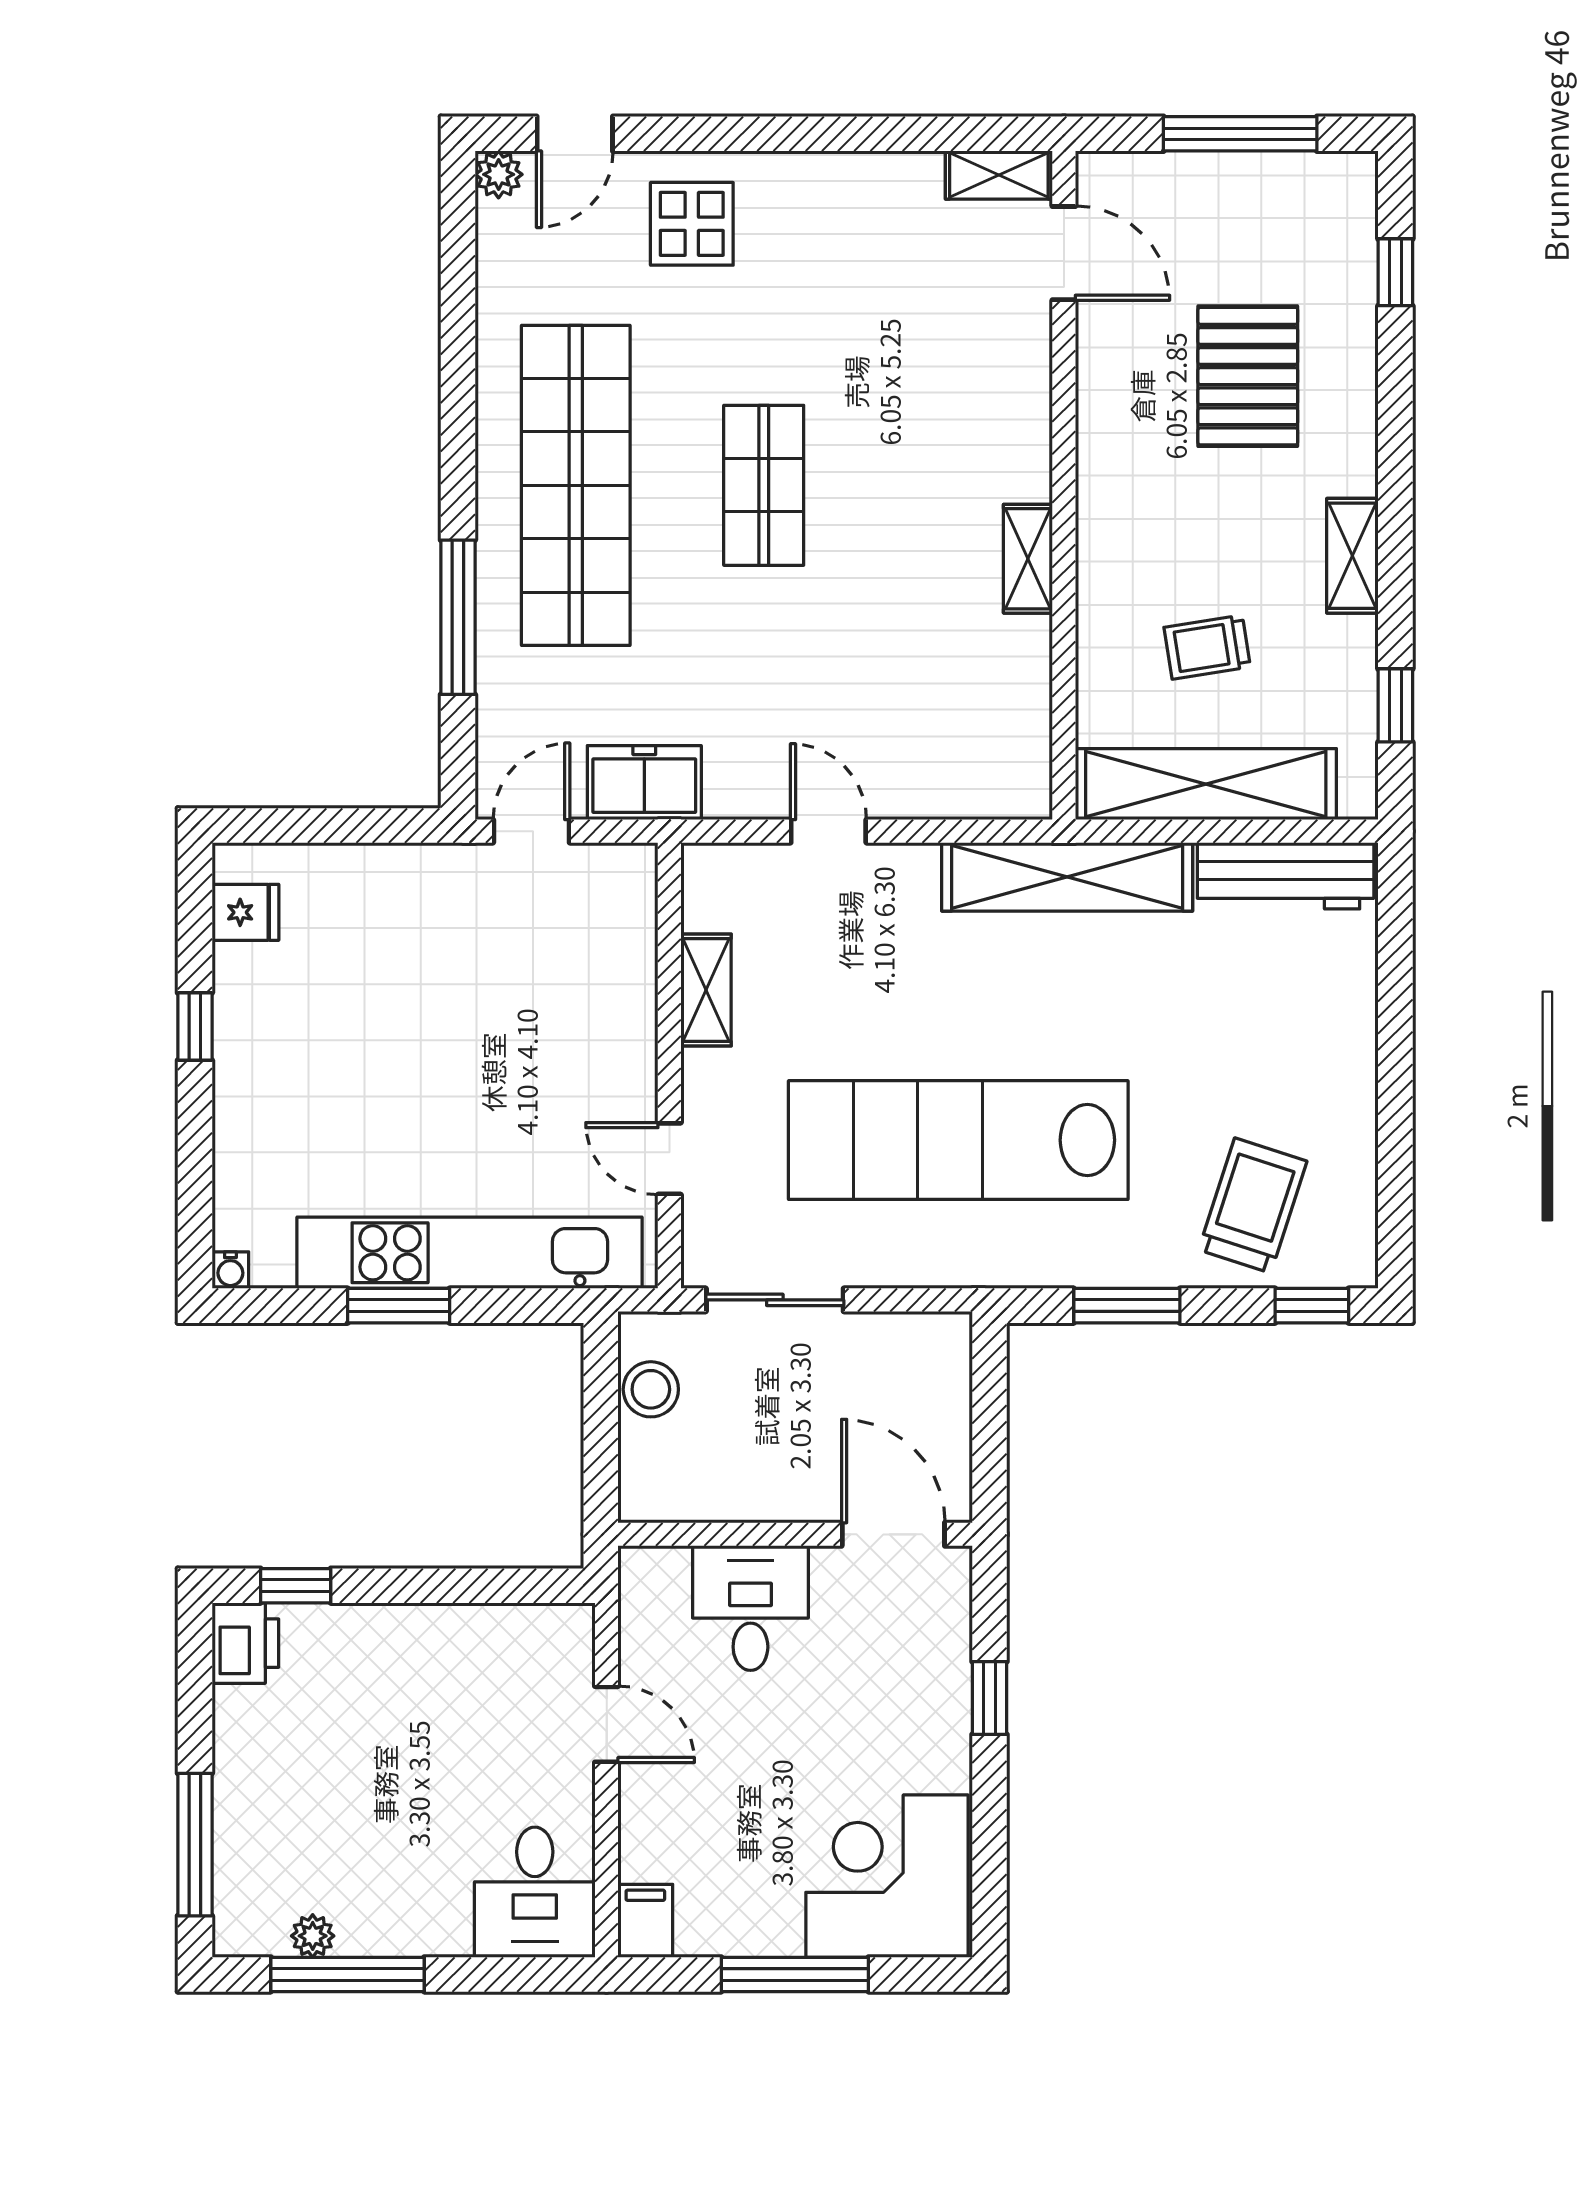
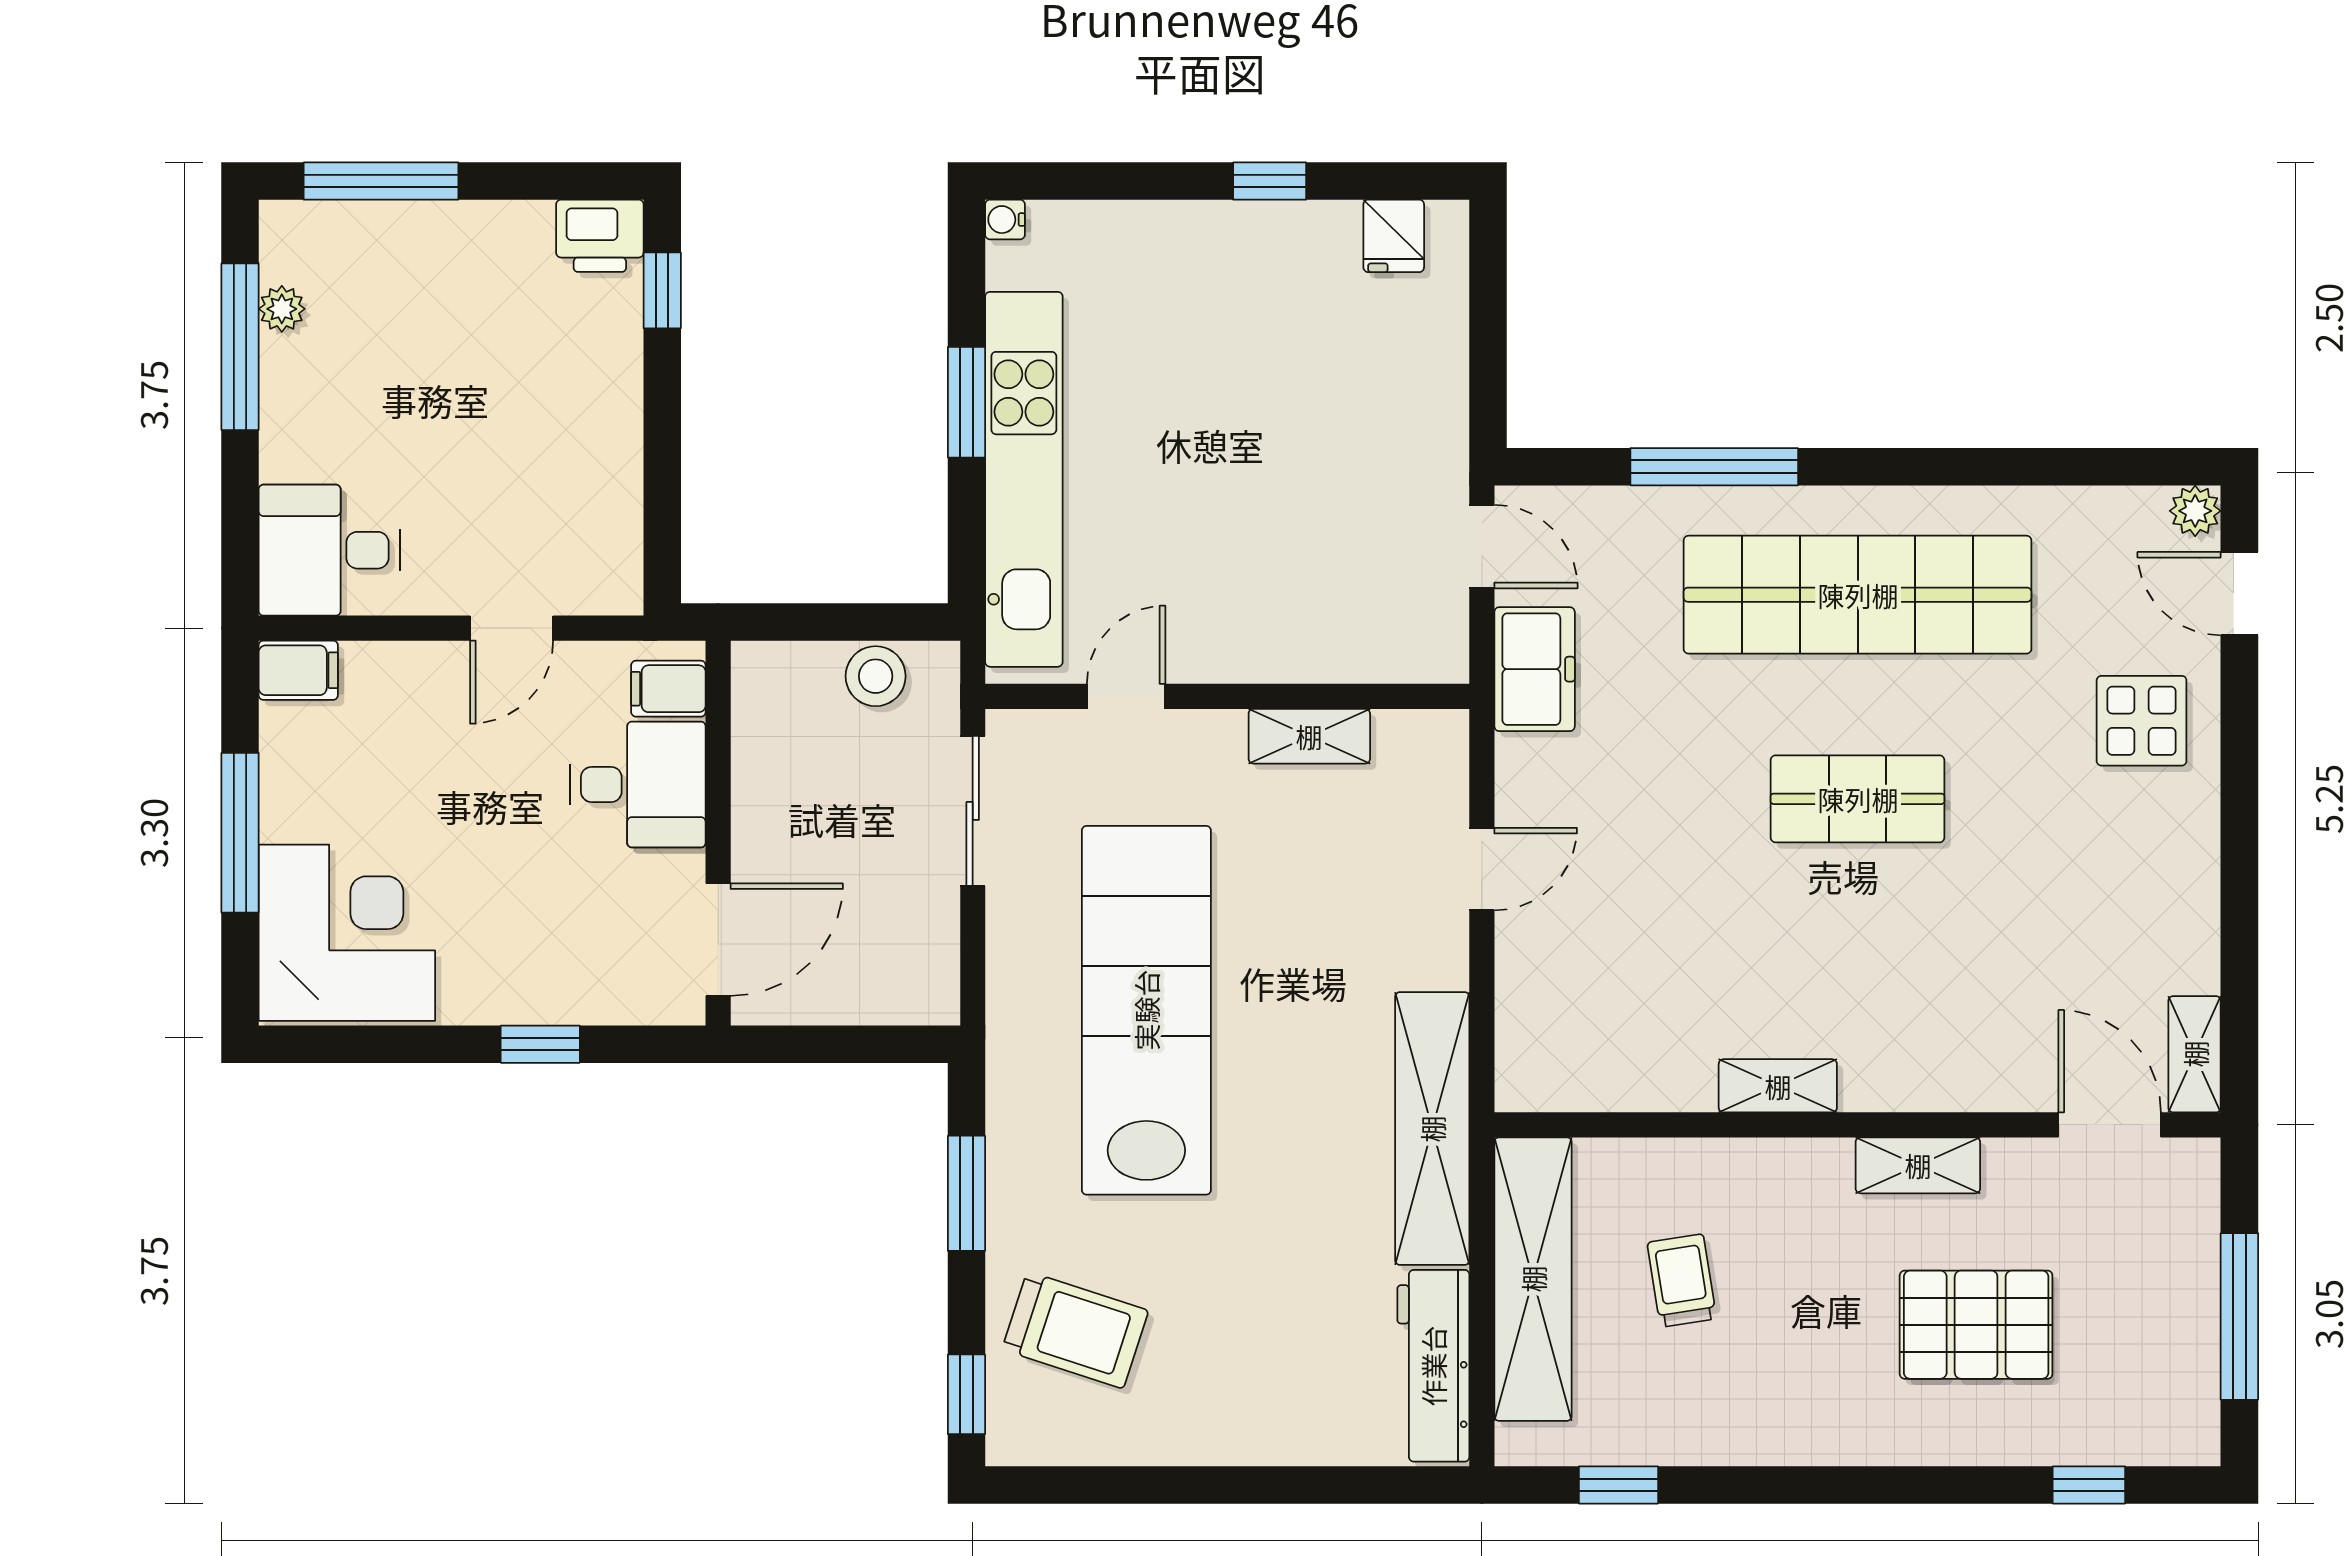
door: (1064, 253) -> (2110, 1125), swing flipped
shelving: (1352, 556) -> (1918, 1165), moved
filing cabinet: (662, 1580) -> (668, 689), added

